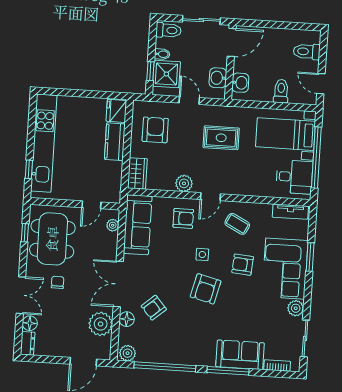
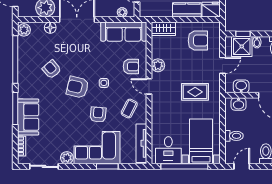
rug: (221, 138) -> (195, 92), turned 90
tv unit: (290, 212) -> (141, 143), width x1.41
armchair: (183, 218) -> (131, 66), turned -90
armchair: (154, 308) -> (52, 69), moved

